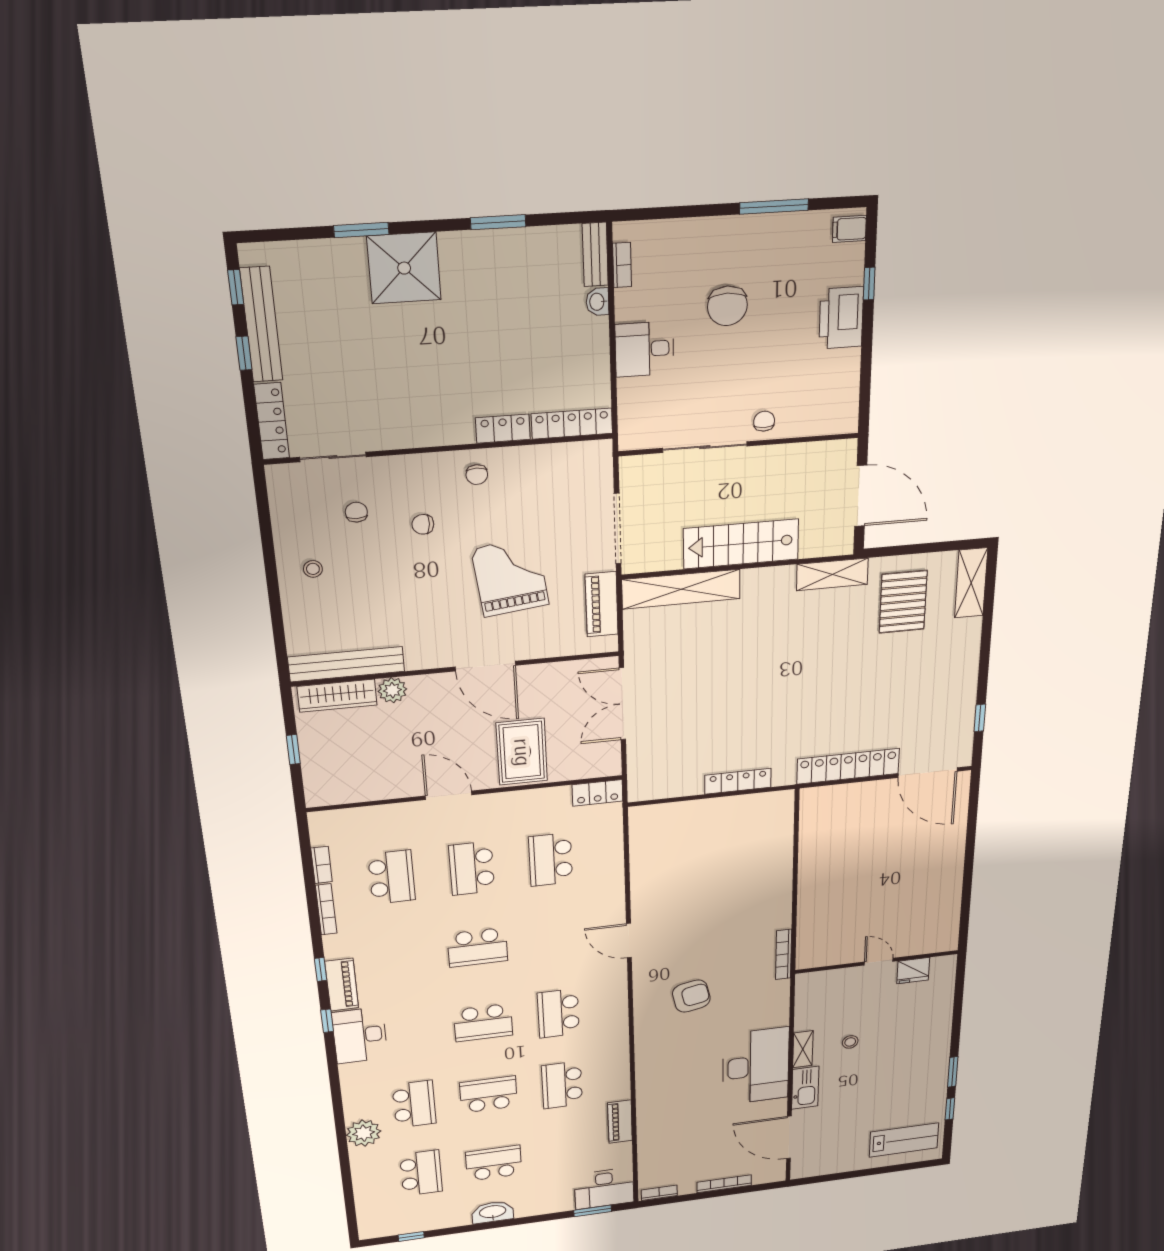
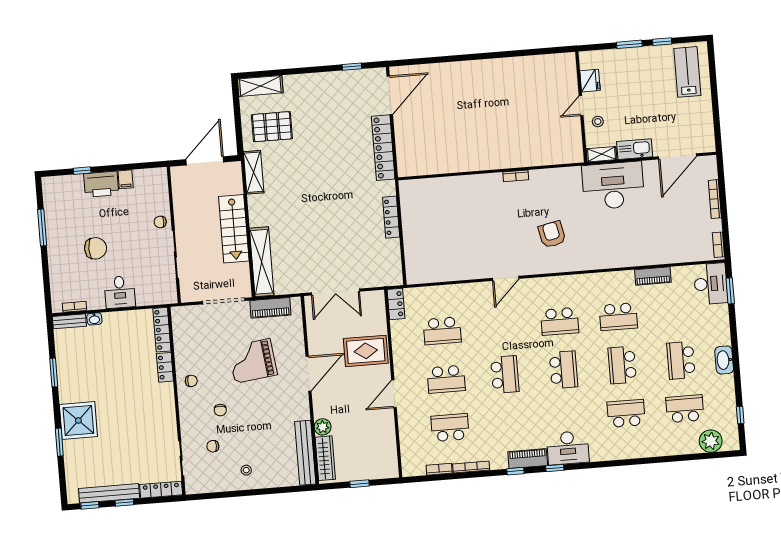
filing cabinet: (849, 229) -> (126, 179), moved
bookcase: (784, 954) -> (516, 176), width x0.64
wall: (877, 962) -> (581, 107), moved
door: (879, 962) -> (581, 106), moved
fridge: (913, 971) -> (590, 81), moved
plant: (364, 1133) -> (711, 441), moved

